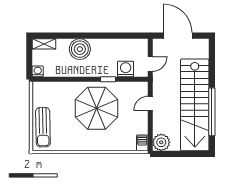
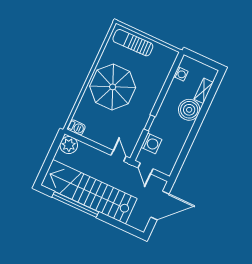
shelving: (44, 44) -> (204, 91), moved
washing machine: (38, 71) -> (181, 74), moved
door: (150, 103) -> (118, 156), moved
parasol: (96, 108) -> (113, 87), moved

